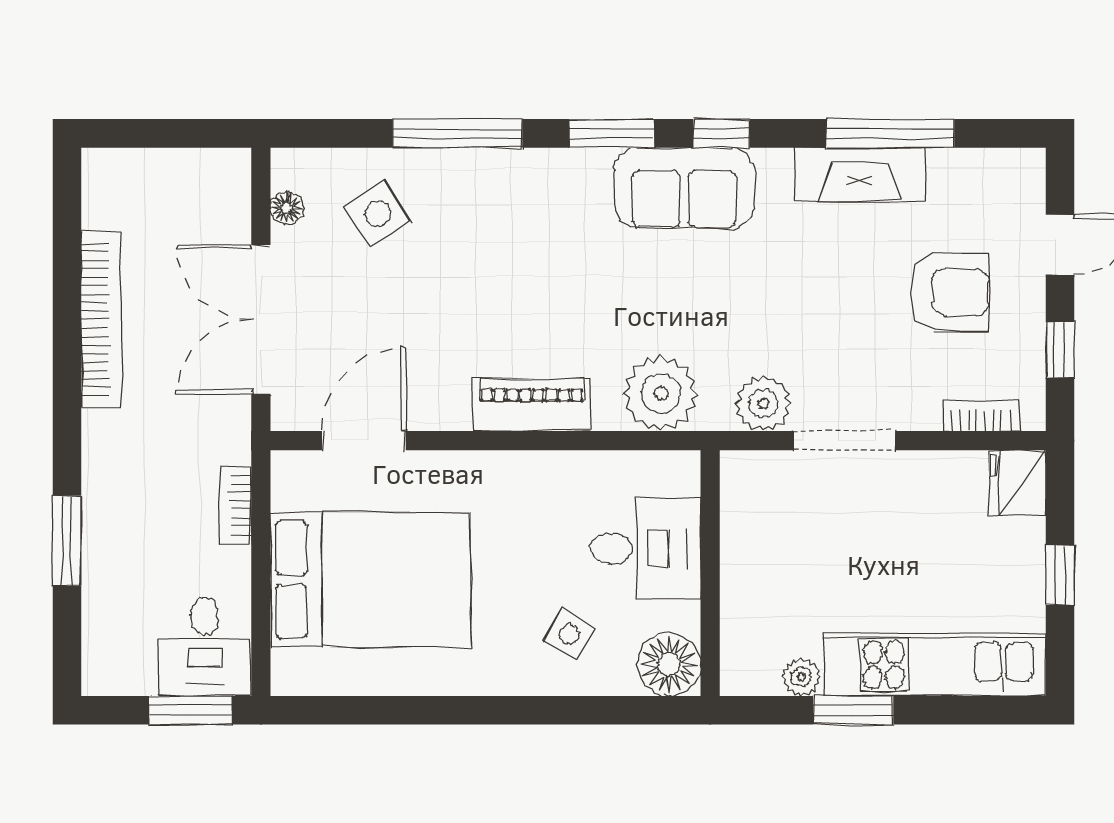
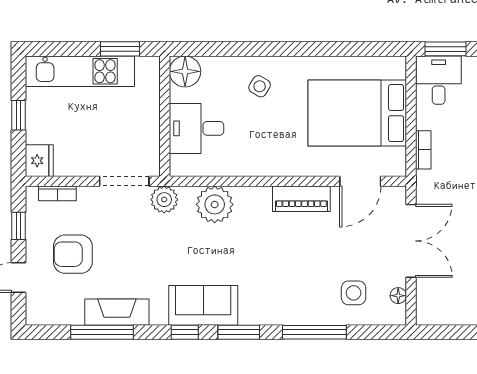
side table: (378, 214) -> (354, 293), turned 33
piano: (532, 405) -> (301, 199), moved
desk: (646, 548) -> (197, 128), moved
wall: (710, 573) -> (165, 116), moved
floor lamp: (669, 664) -> (185, 71), moved
plant: (801, 677) -> (146, 65), removed

